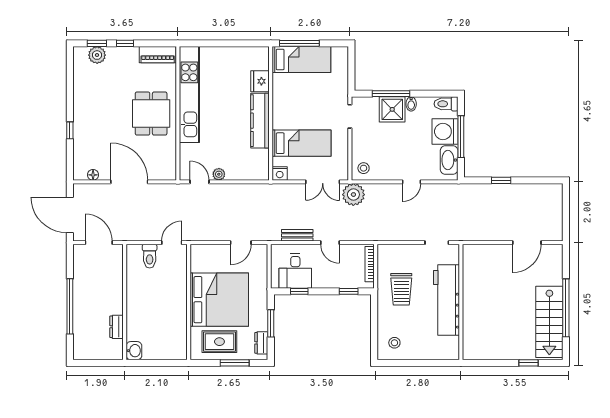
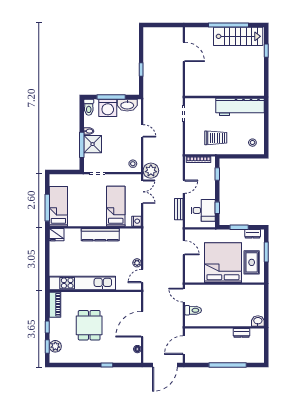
fridge: (260, 81) -> (57, 235), moved
dining table: (151, 114) -> (89, 325), moved, turned 90
workbench: (447, 300) -> (240, 107), moved

